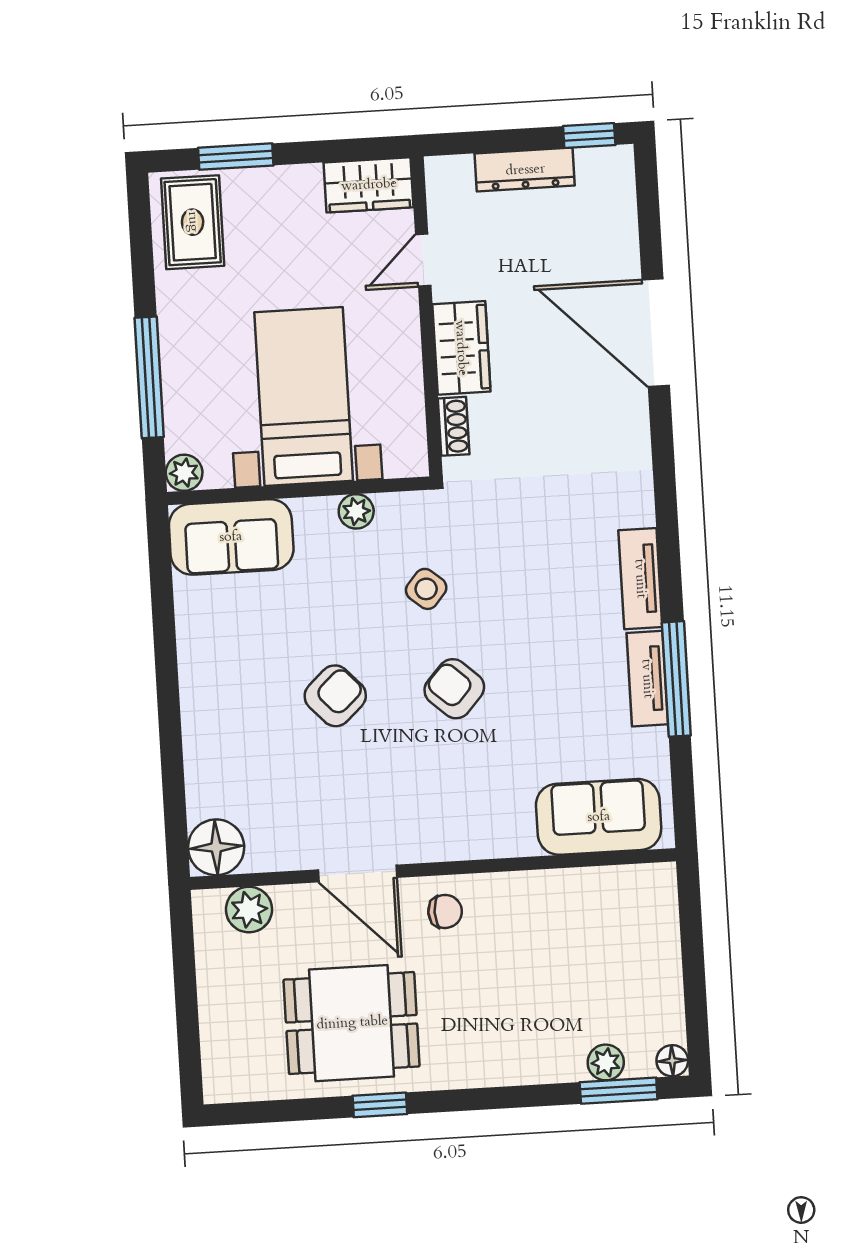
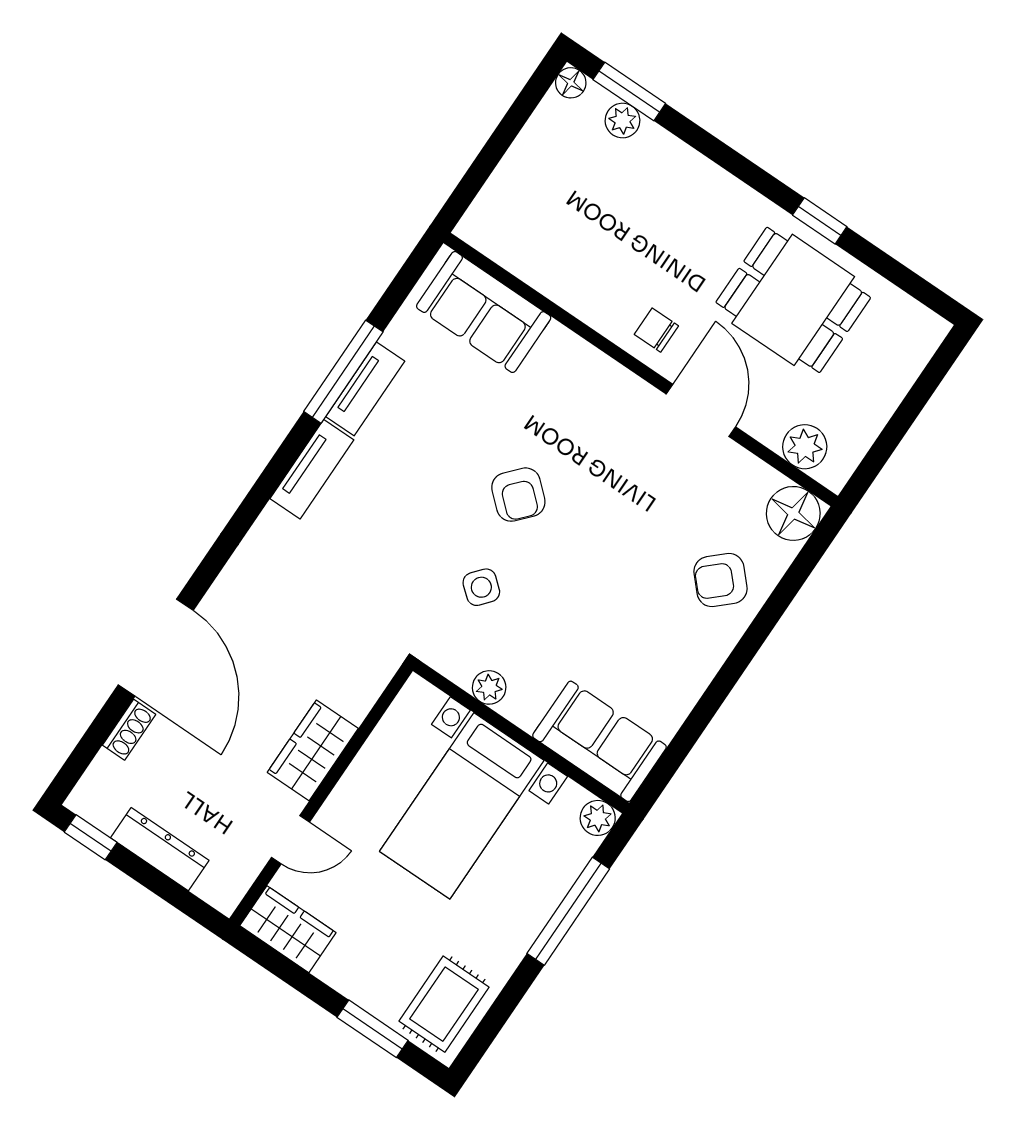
shoe rack: (454, 426) -> (129, 730), moved, turned 180
armchair: (335, 696) -> (720, 580), moved

